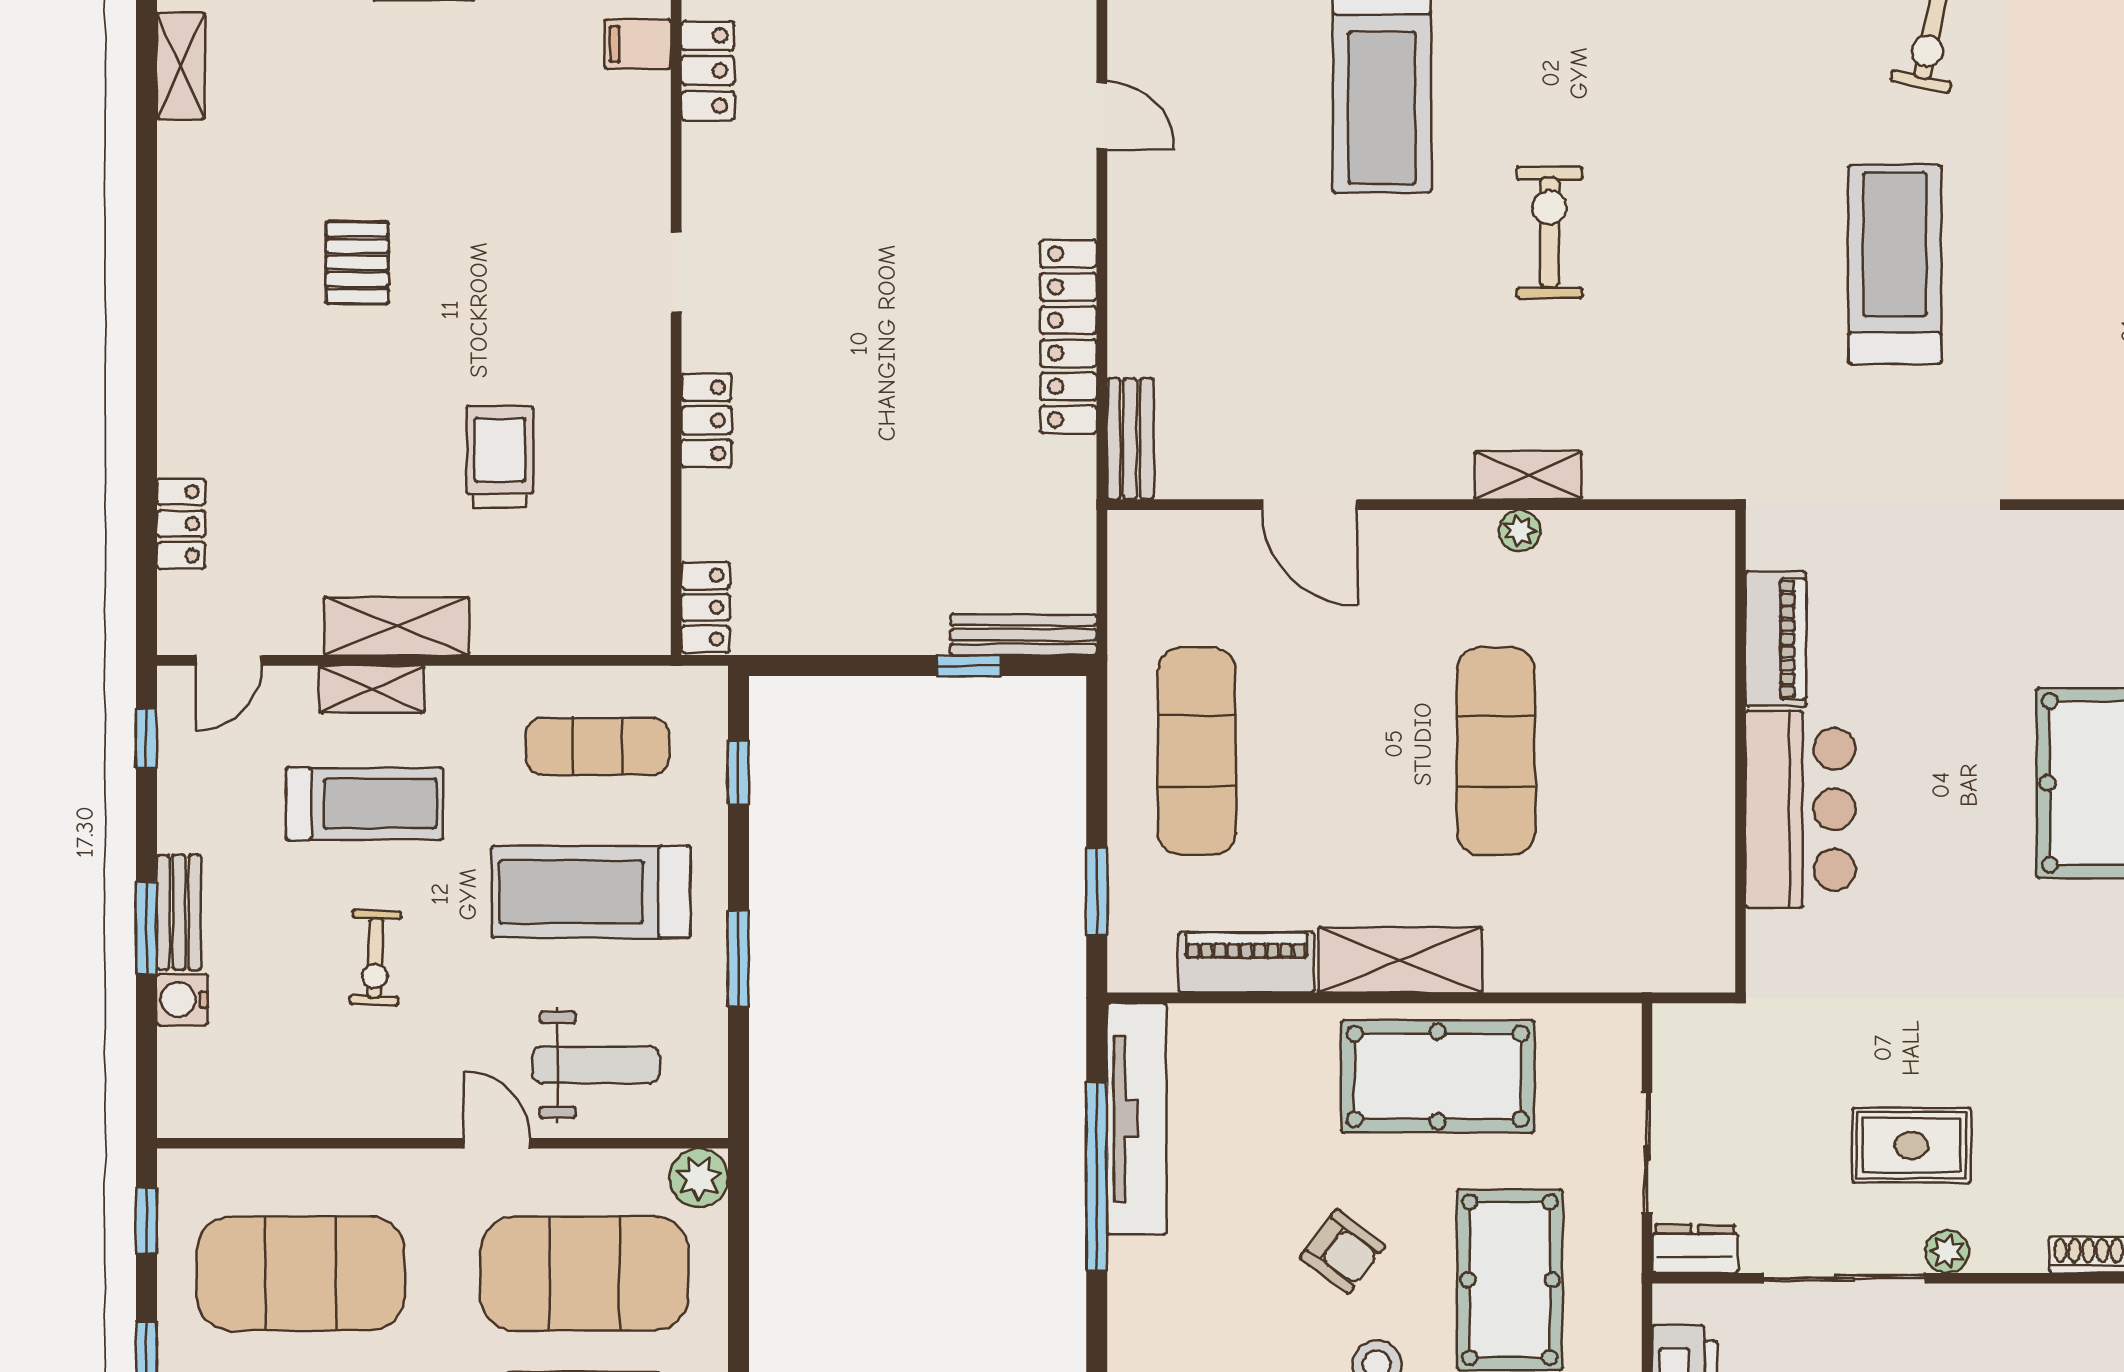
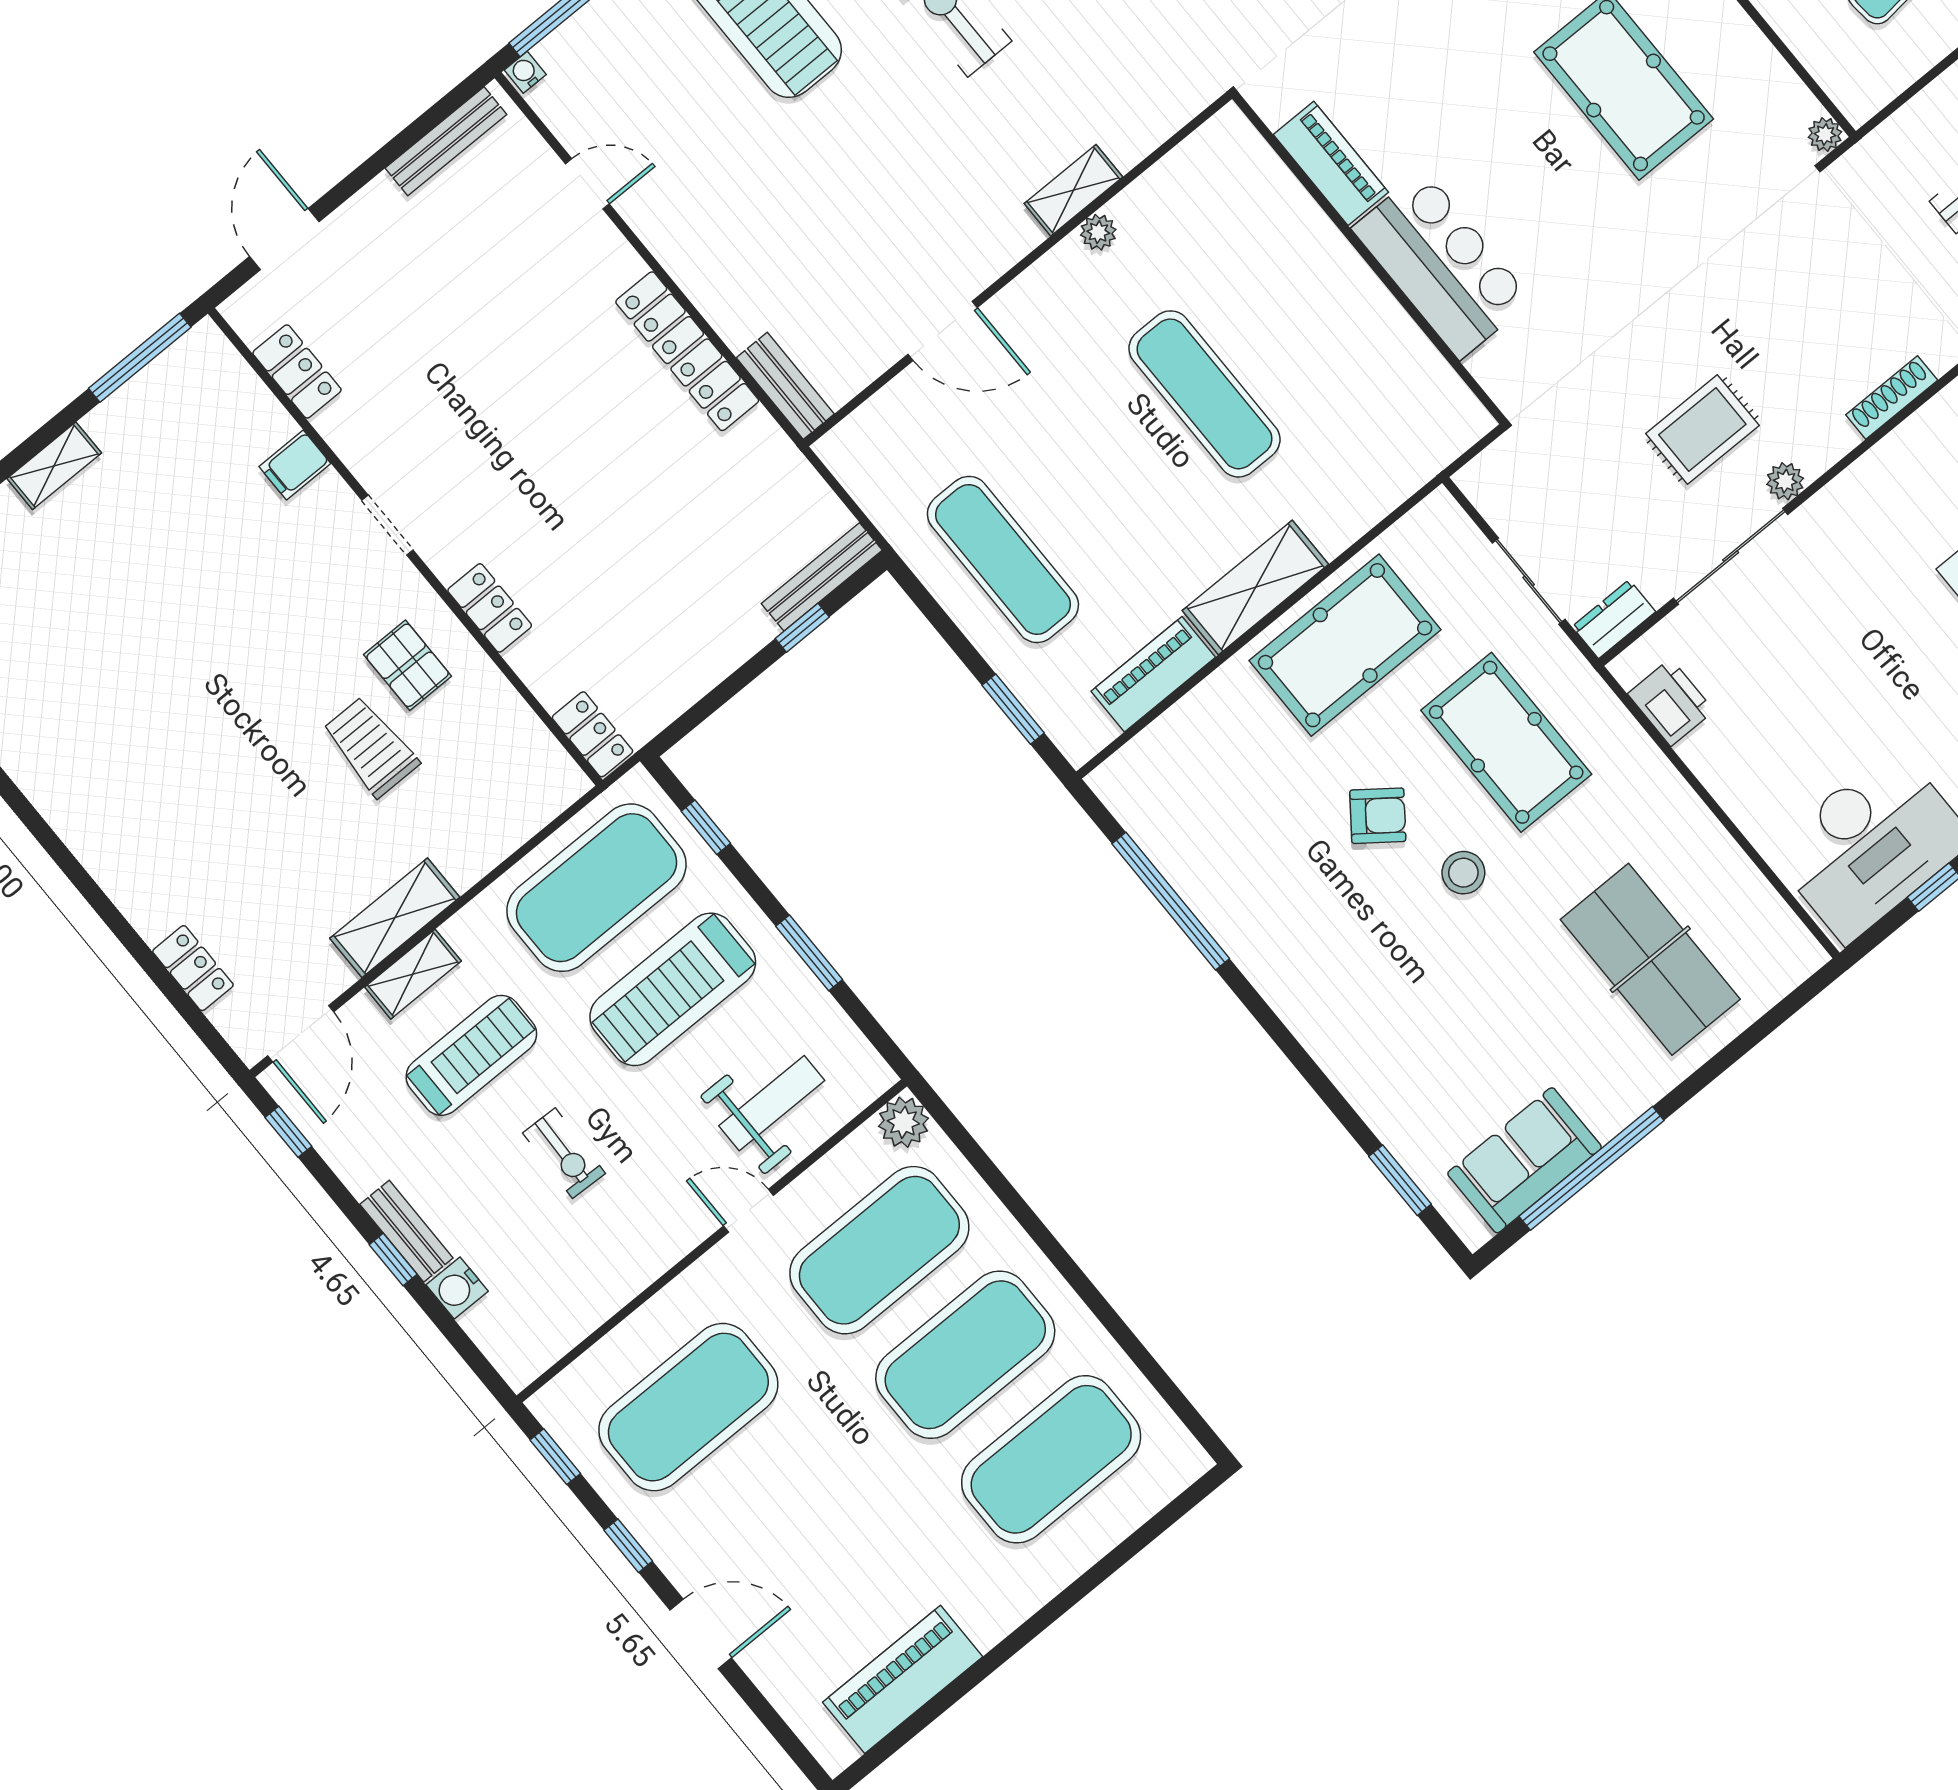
filing cabinet: (638, 44) -> (295, 465), moved
pallet: (357, 263) -> (408, 665), moved
door: (229, 660) -> (301, 1034), width x1.38
exercise mat: (597, 746) -> (596, 888), width x2.00, depth x1.45
window: (146, 928) -> (393, 1259), width x0.67
tv unit: (1137, 1119) -> (1166, 840), removed

